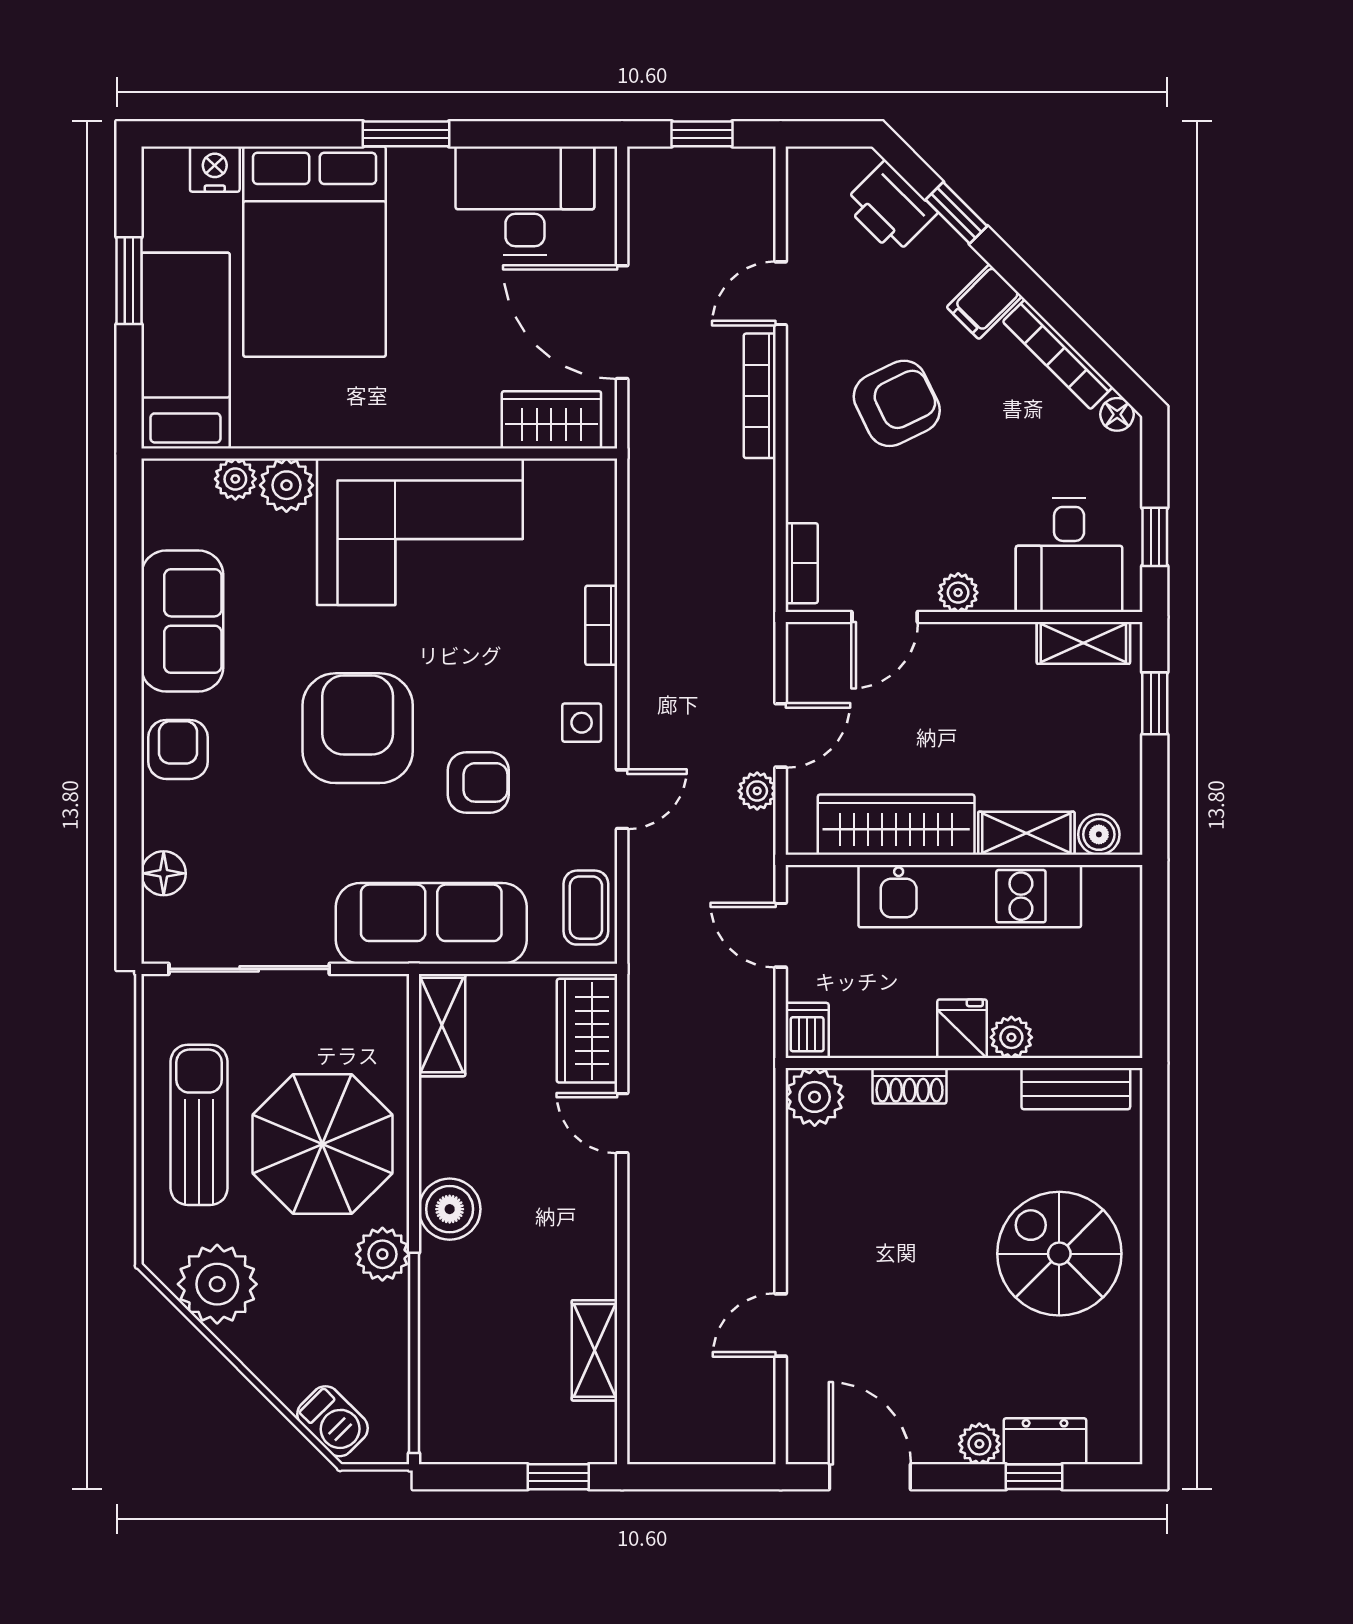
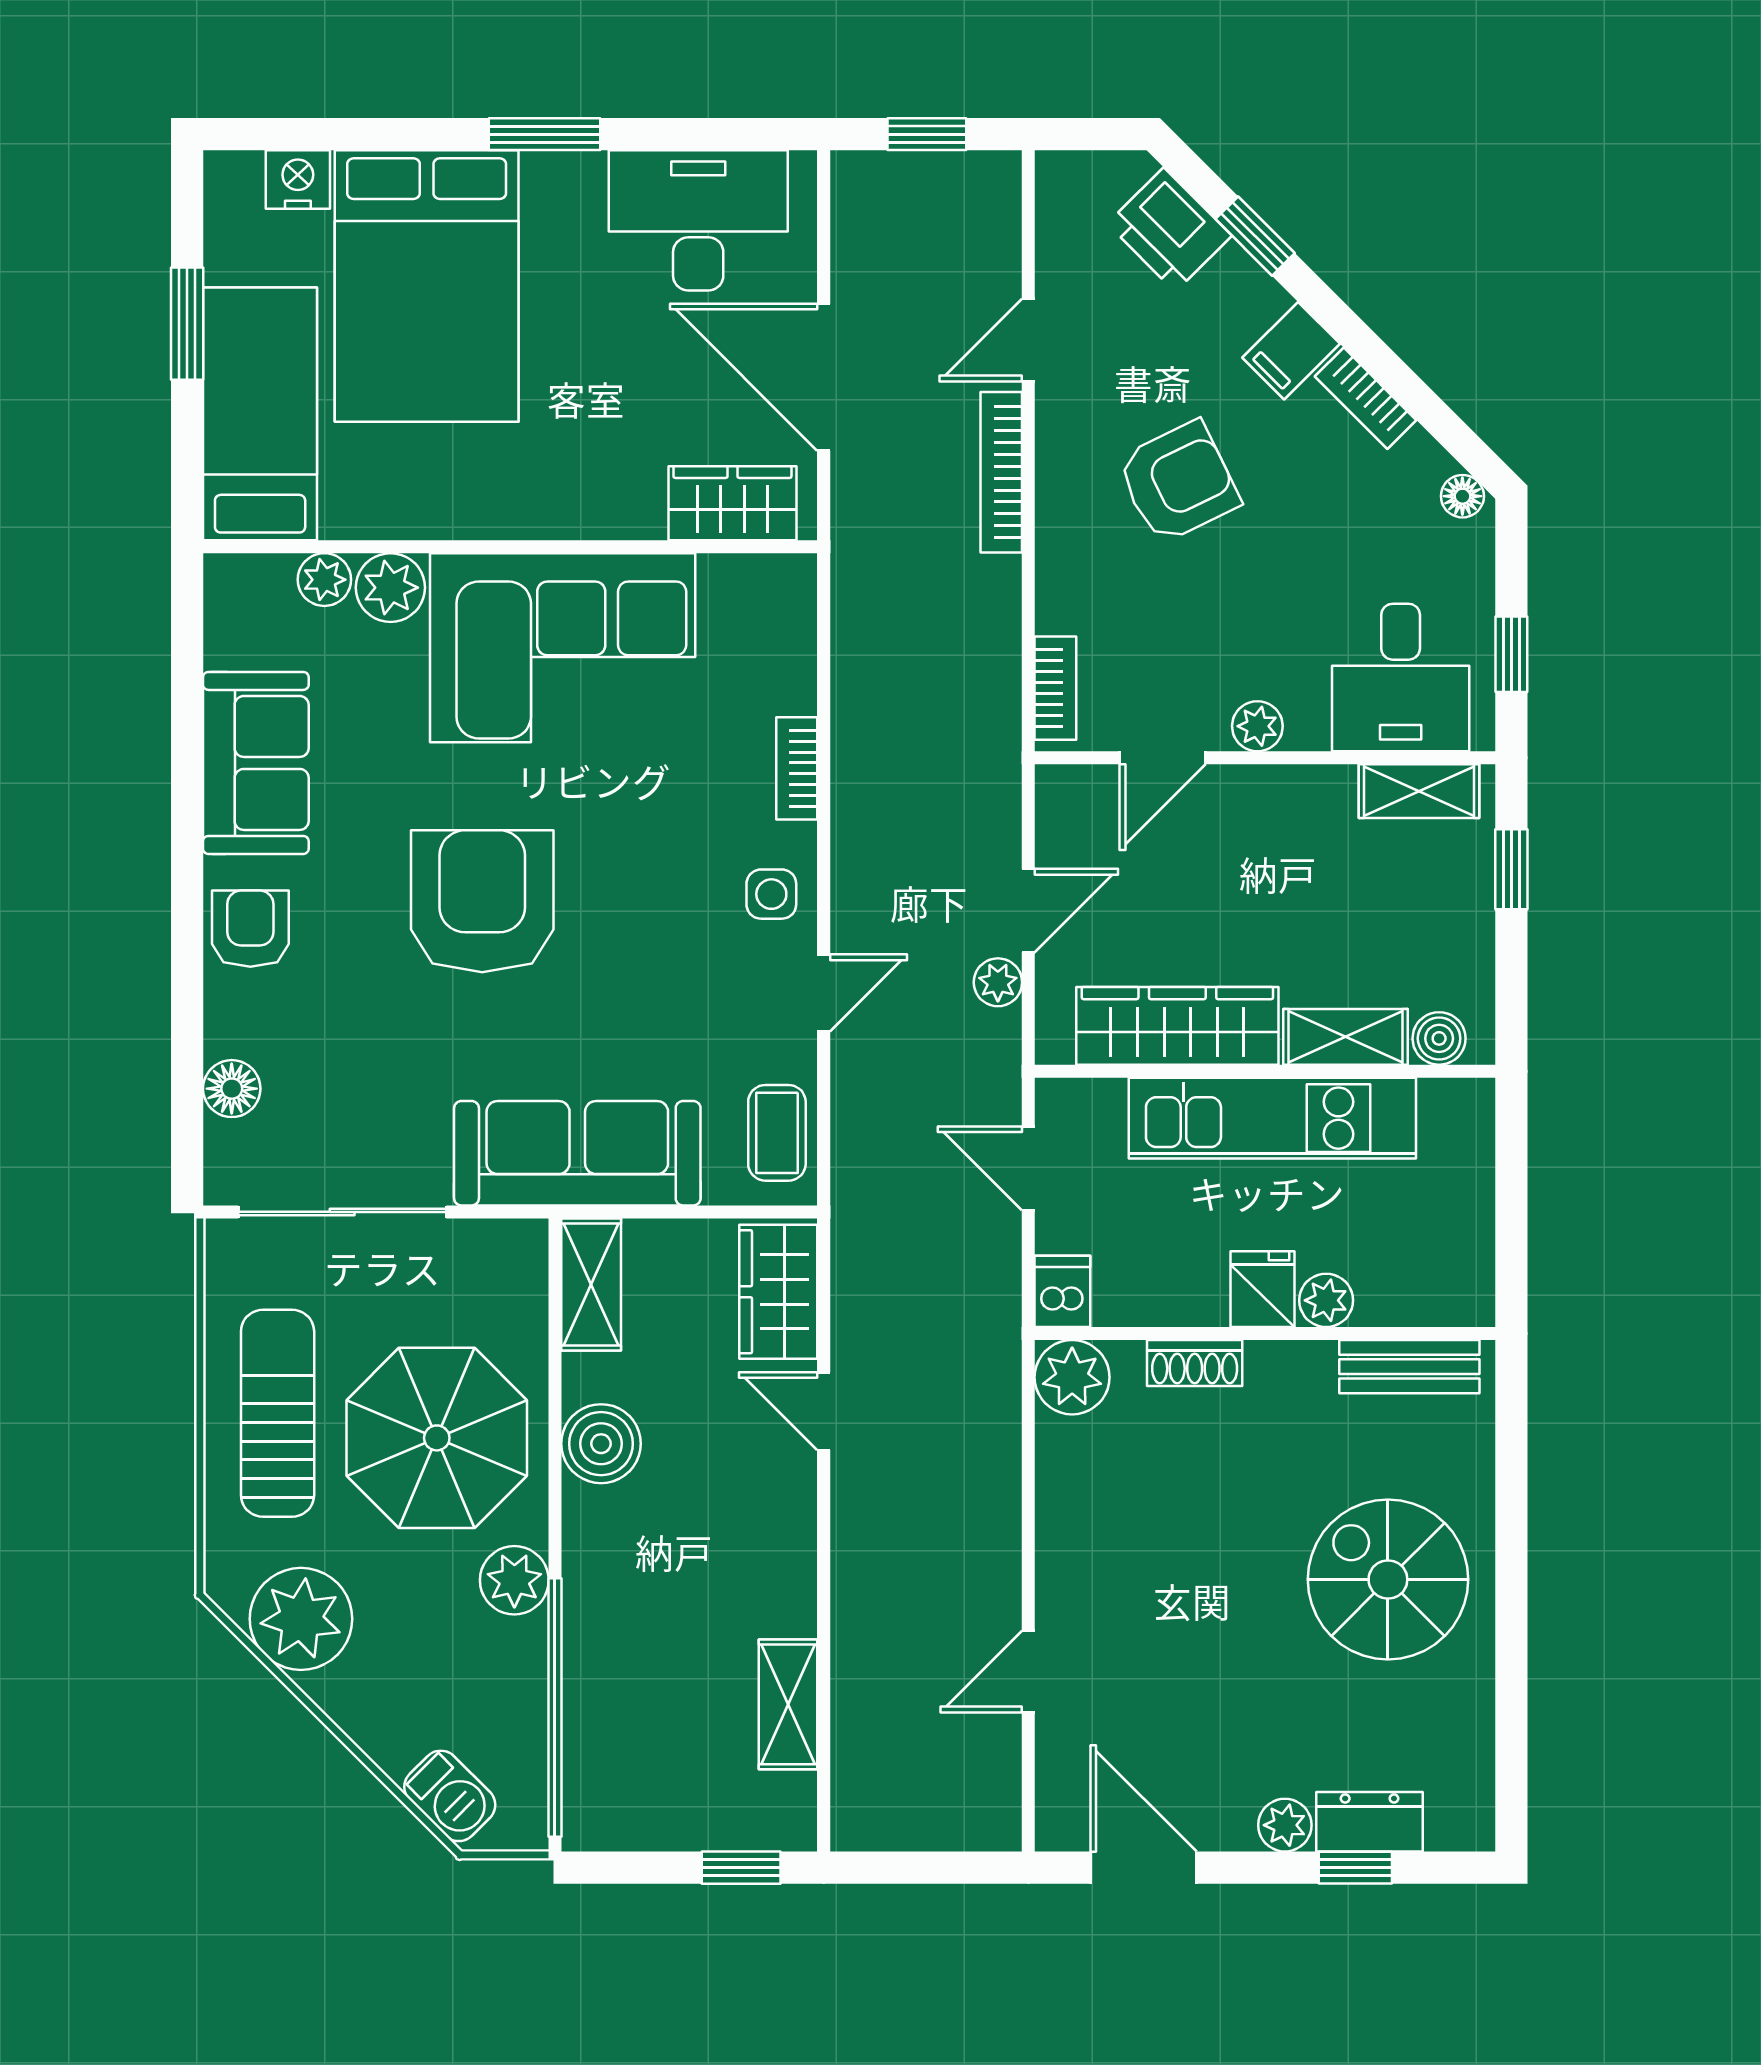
bookcase: (1058, 354) -> (1366, 398), width x0.64
armchair: (478, 782) -> (638, 971), removed
boiler: (450, 1209) -> (601, 1444), moved

